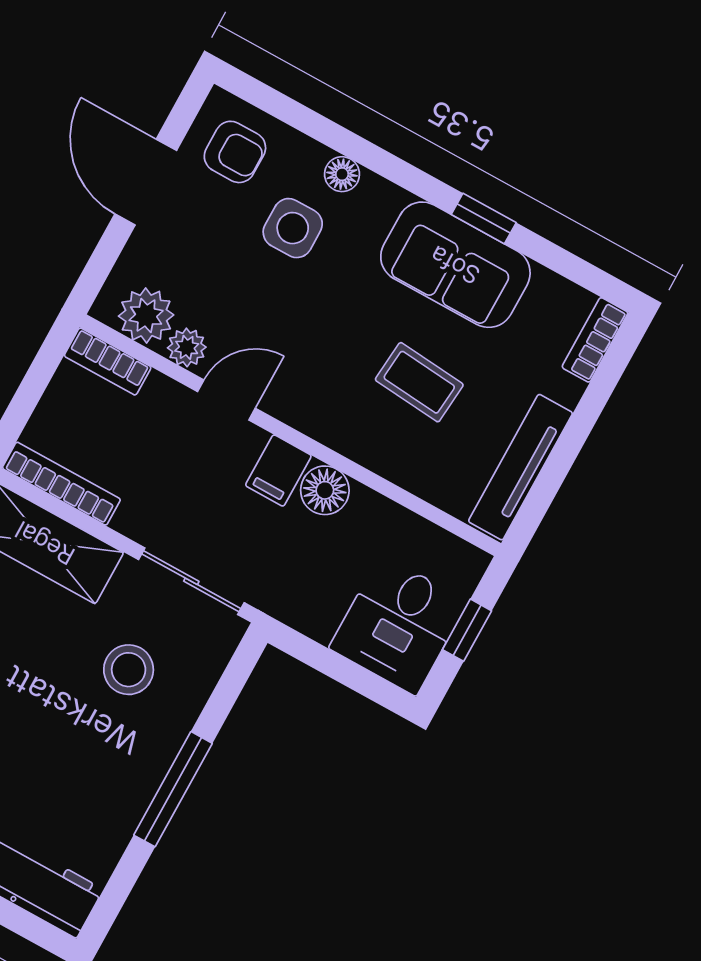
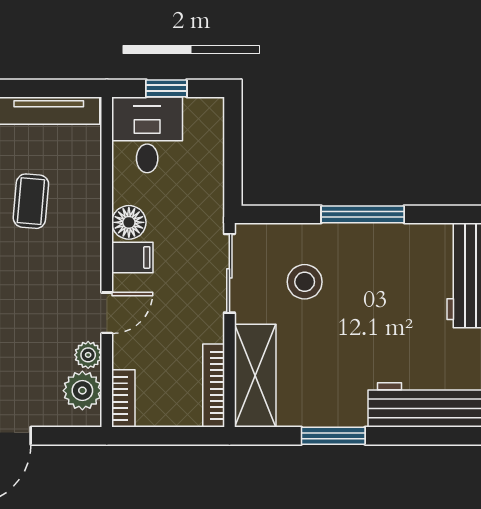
door: (226, 400) -> (107, 313), swing flipped
desk: (398, 625) -> (147, 135), moved, turned -90

